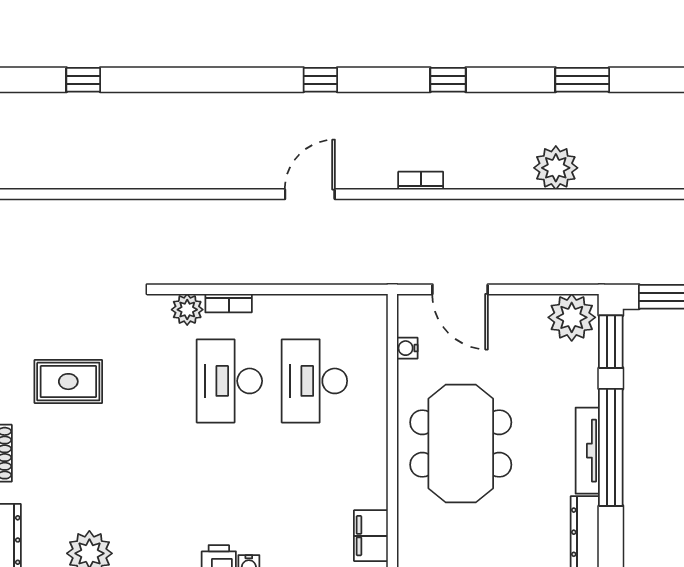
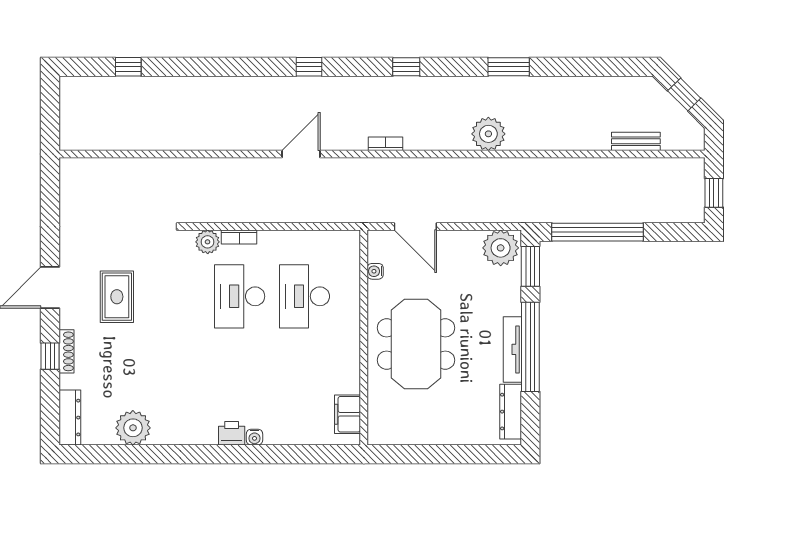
rug: (68, 382) -> (117, 297), turned 90

